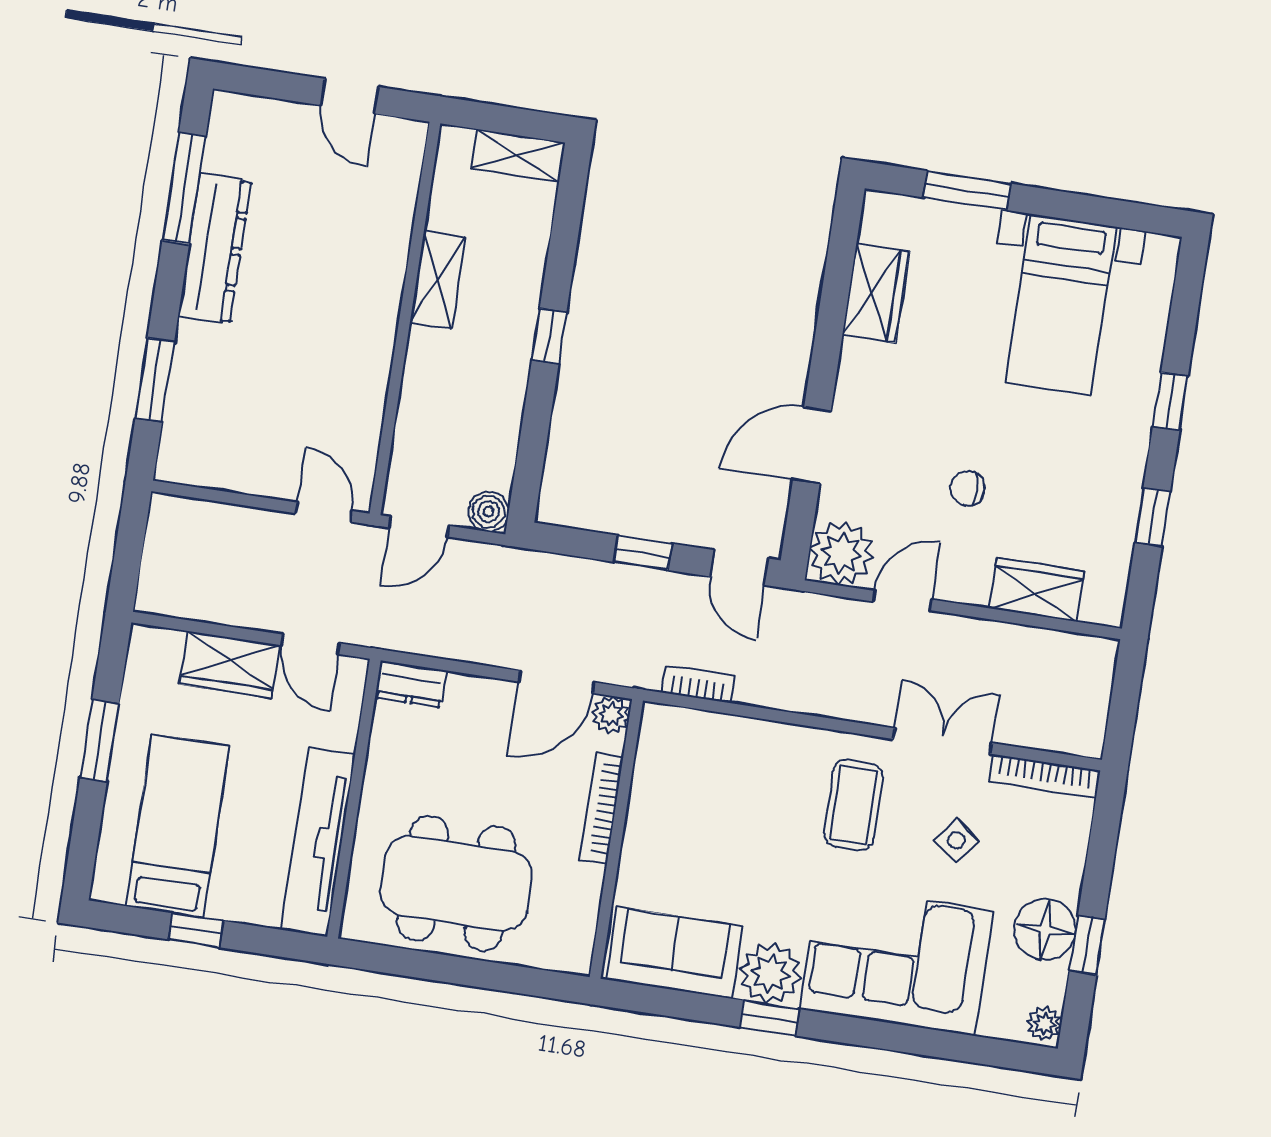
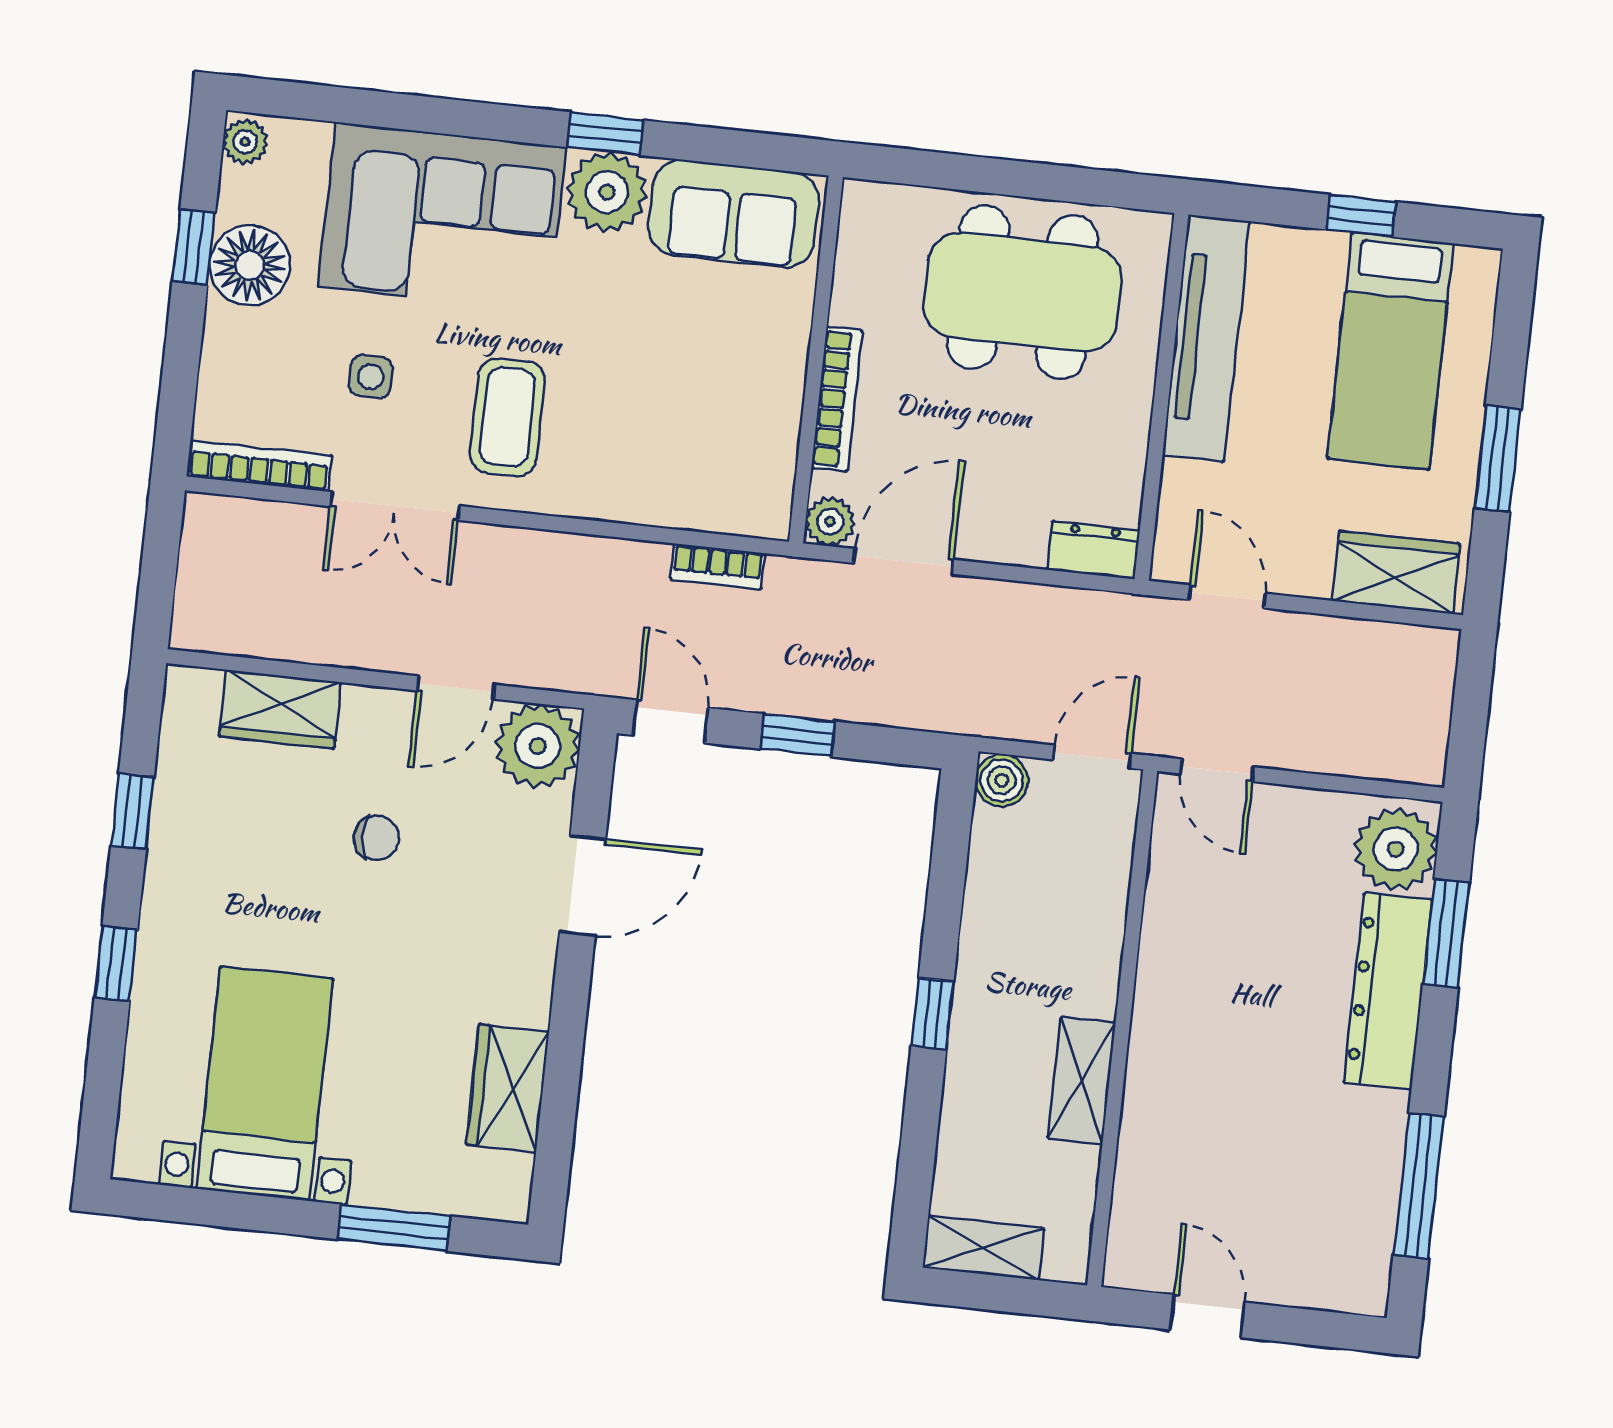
dresser: (215, 248) -> (1388, 991), moved
plant: (190, 446) -> (1396, 849), added
wardrobe: (229, 664) -> (1396, 572), moved
side table: (956, 840) -> (371, 377), turned -37

